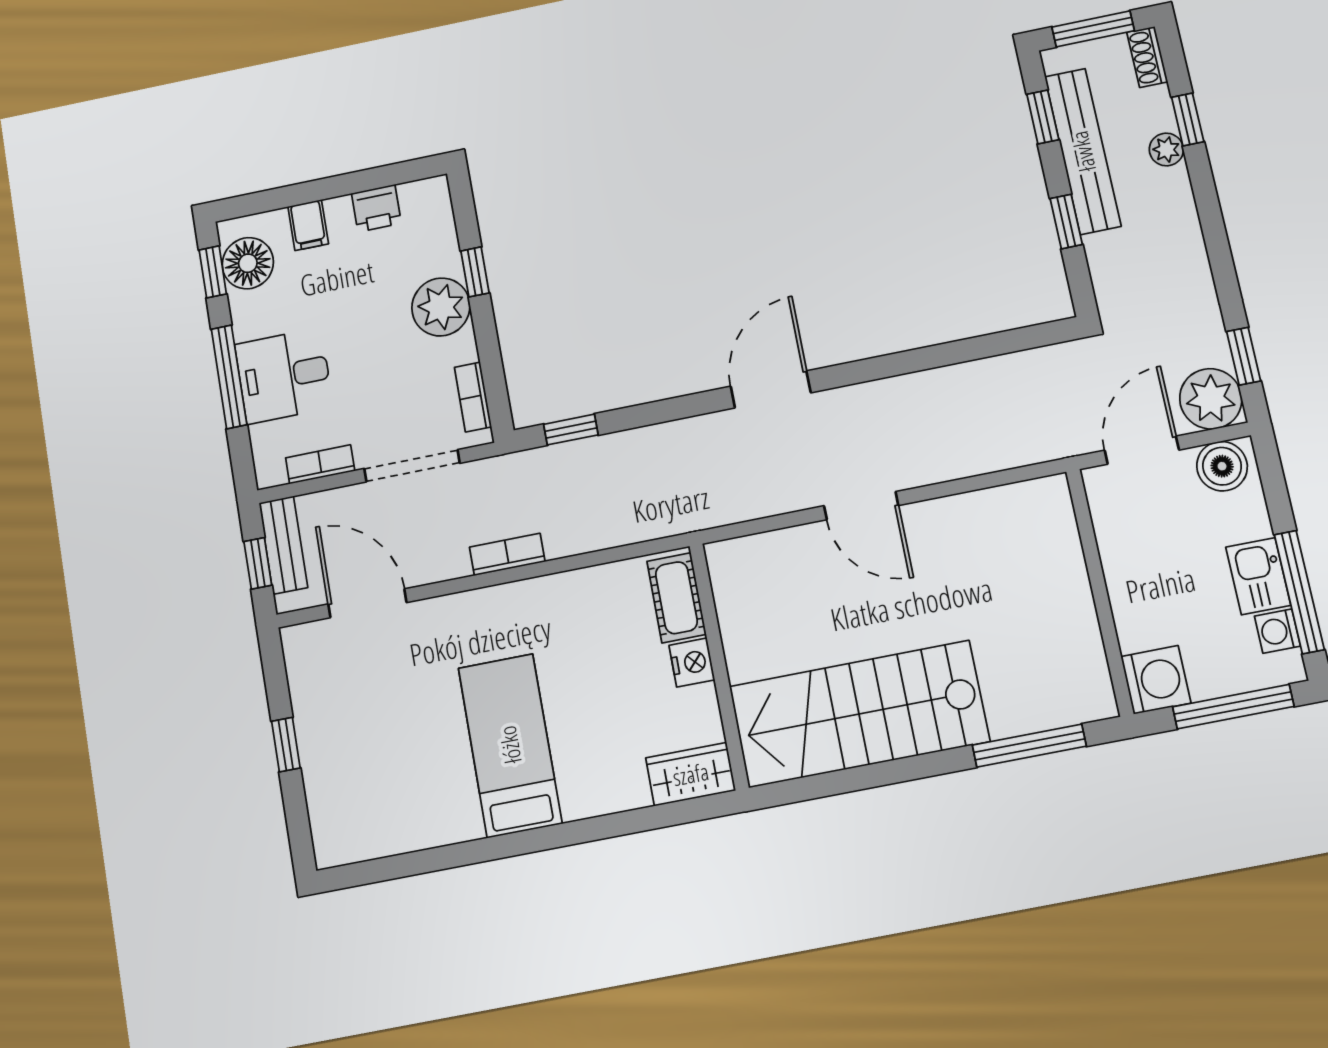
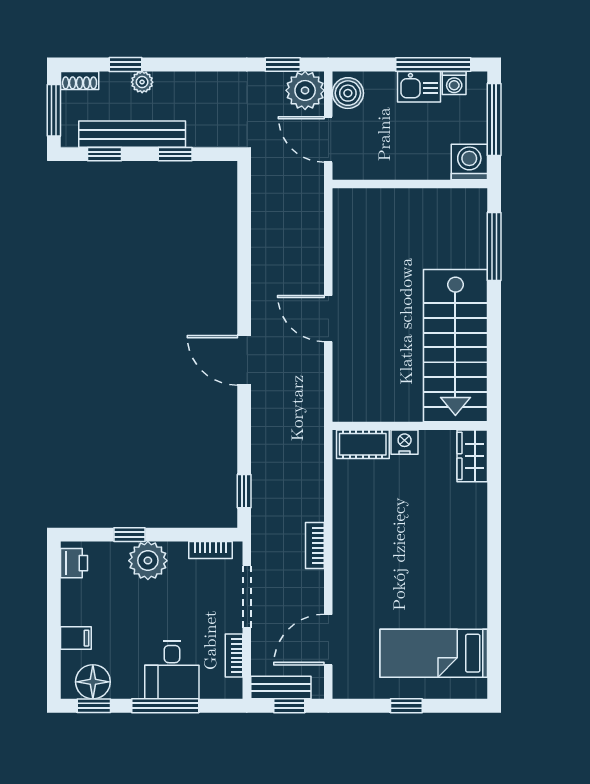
printer: (376, 208) -> (74, 563), moved
door: (861, 506) -> (328, 319), swing flipped
bed: (510, 745) -> (434, 653), moved

